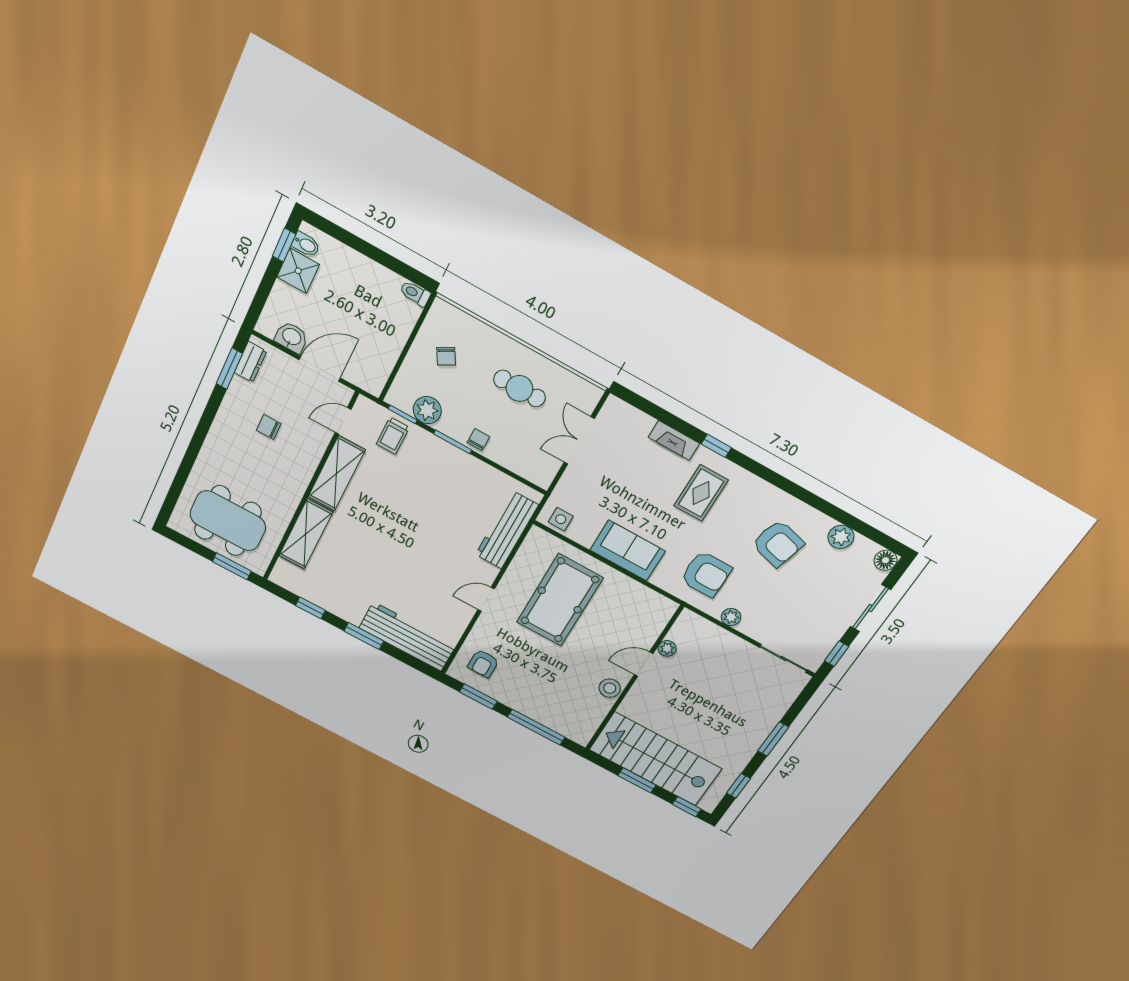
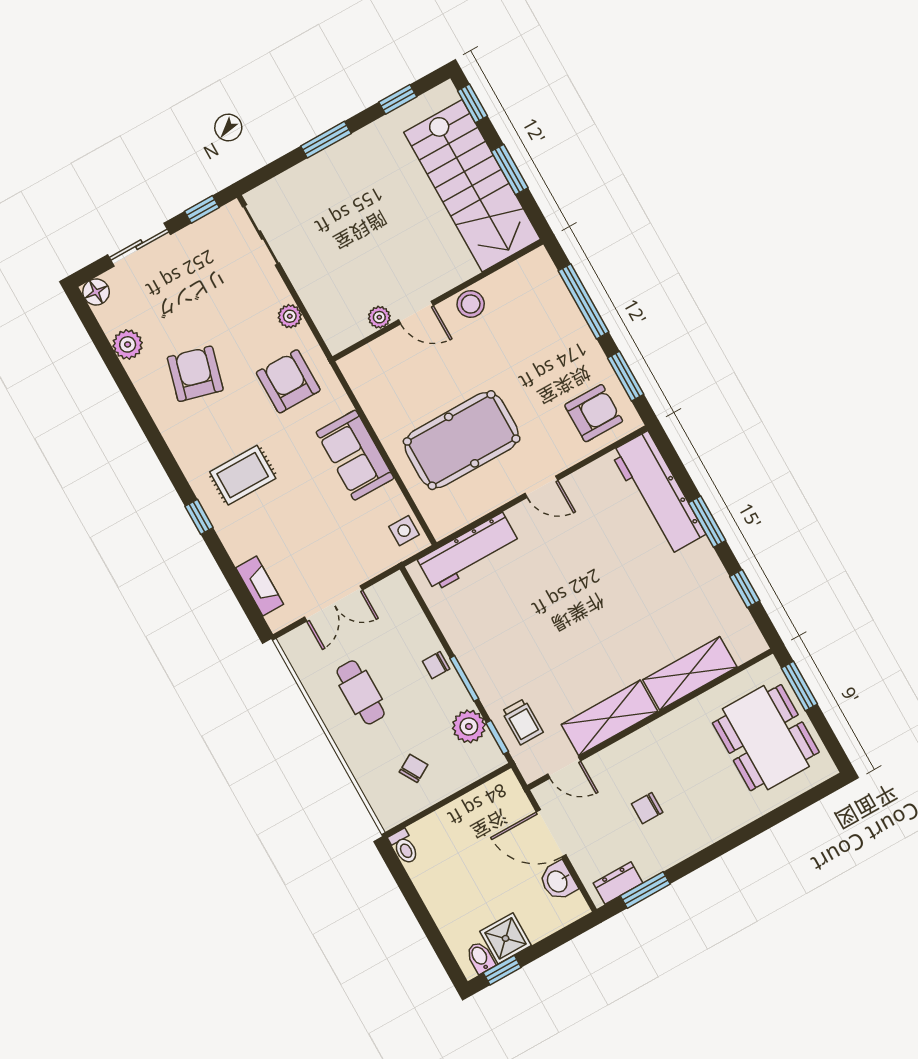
chair: (269, 427) -> (647, 808), turned 90
trolley: (393, 436) -> (522, 722), turned 90
fireplace: (674, 440) -> (260, 586), moved
armchair: (483, 664) -> (594, 413), width x1.38, depth x1.38

